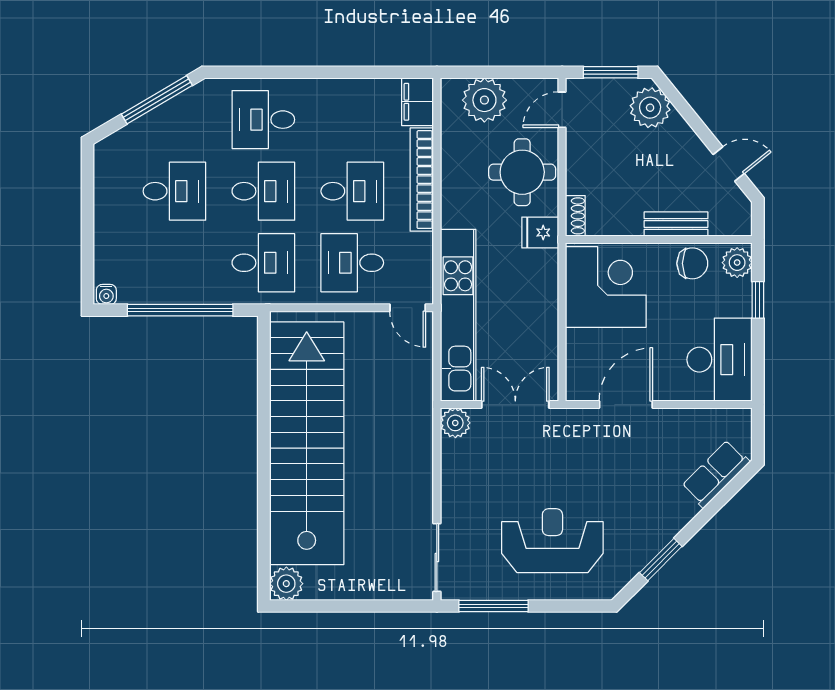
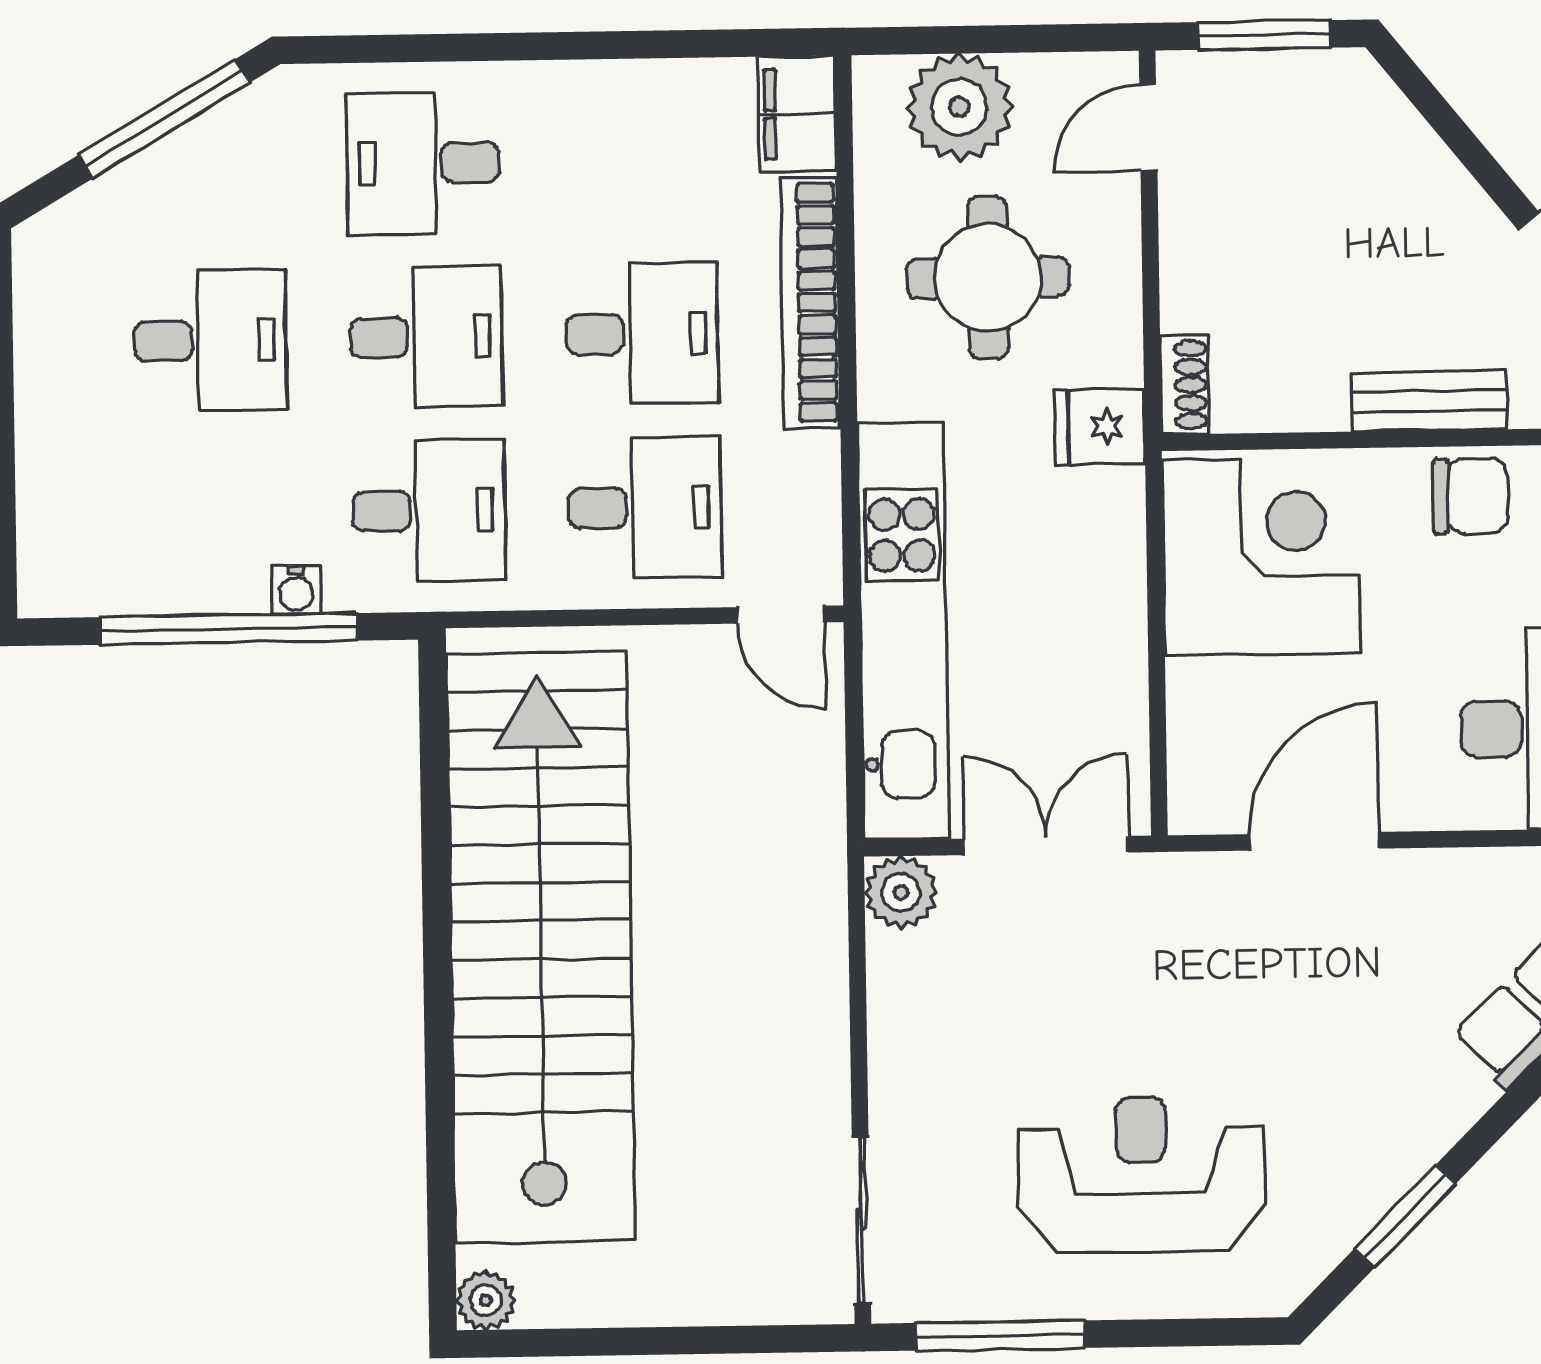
plant: (650, 108) -> (1362, 119), removed
round table: (522, 172) -> (988, 277), moved
desk: (352, 263) -> (645, 507), turned 180
water cooler: (106, 294) -> (296, 590), moved
plant: (286, 584) -> (486, 1300), width x0.73, depth x0.73

